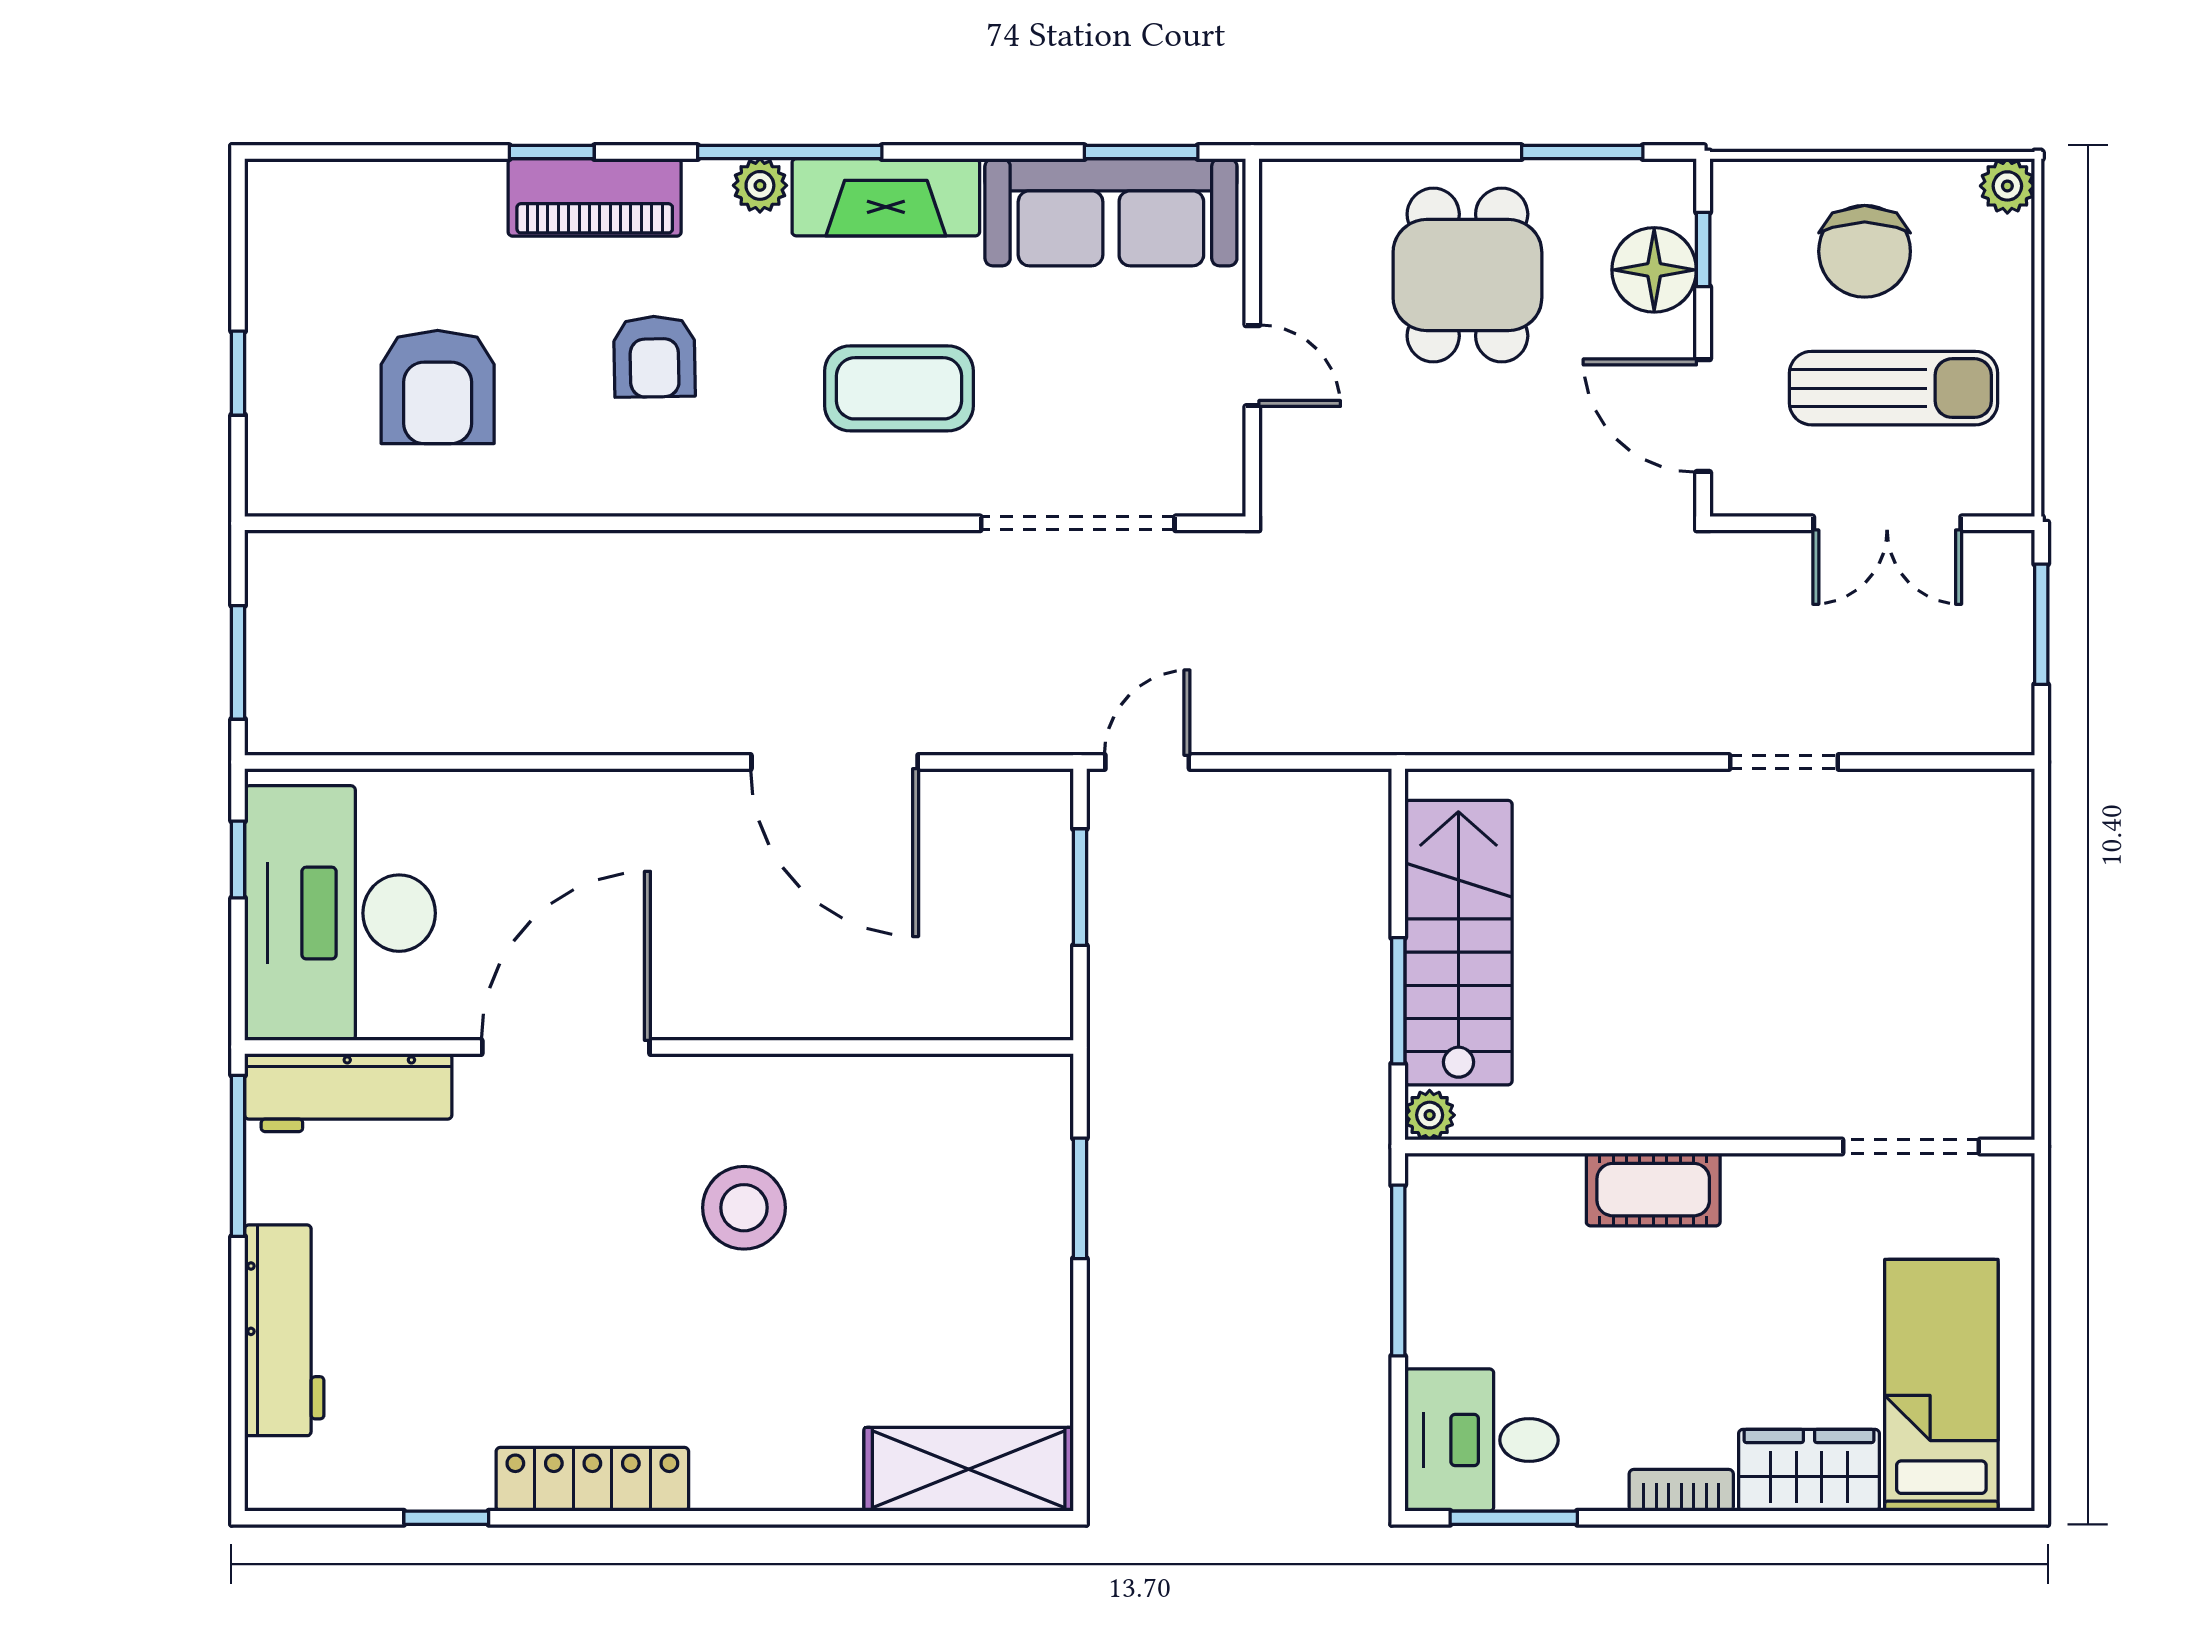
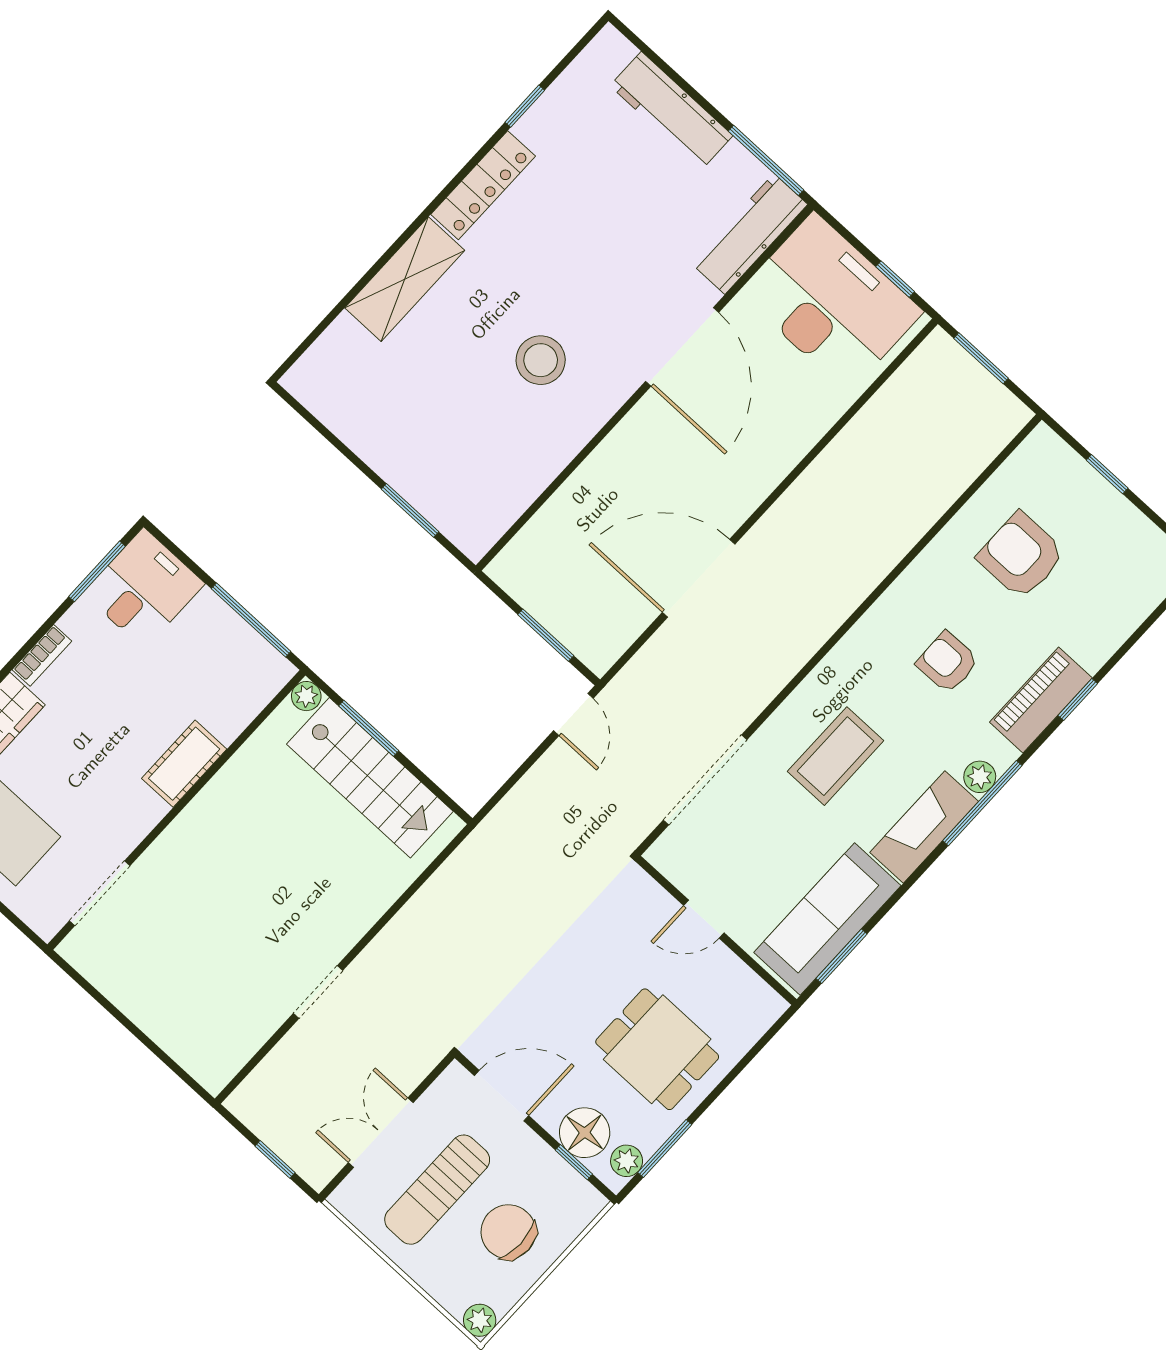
plant: (1641, 186) -> (627, 1161), added
window: (2041, 624) -> (275, 1159), width x0.67
shelving: (969, 1469) -> (405, 279), moved

